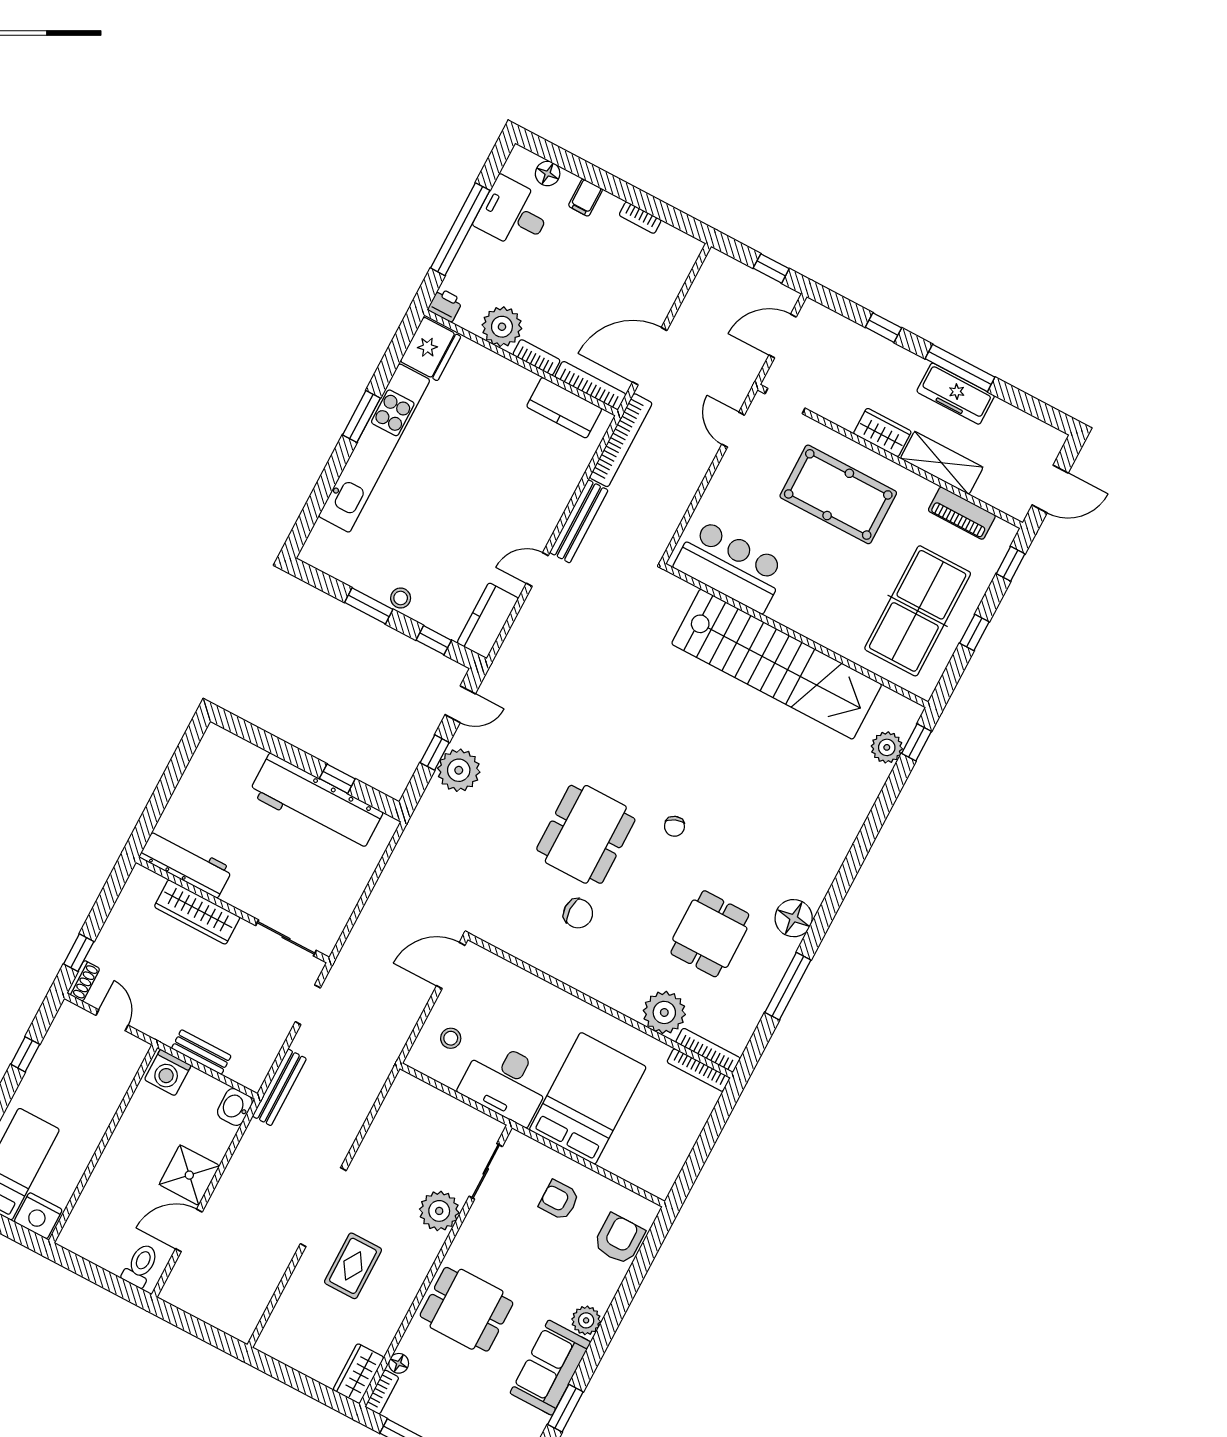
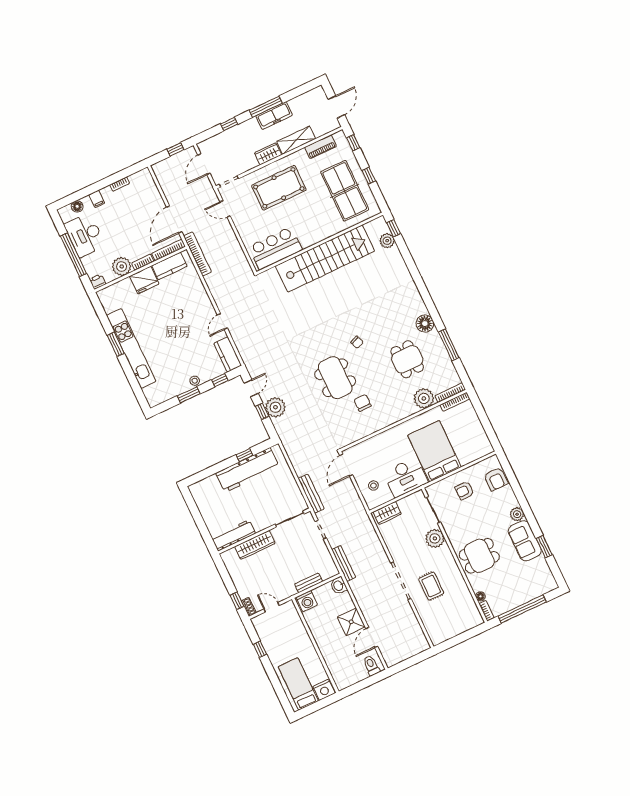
desk: (513, 214) -> (85, 235), width x1.37
fridge: (430, 349) -> (144, 280), moved, turned 90
bench: (579, 521) -> (311, 494), moved
chair: (578, 913) -> (363, 403), turned -90
armchair: (619, 1239) -> (496, 479), turned 180
wardrobe: (359, 1374) -> (387, 513), moved, turned -90

